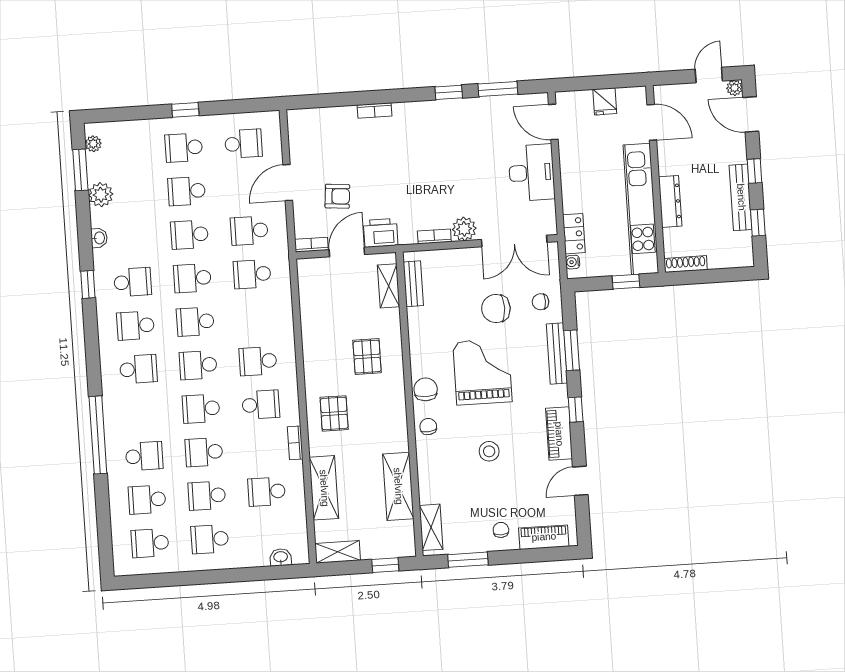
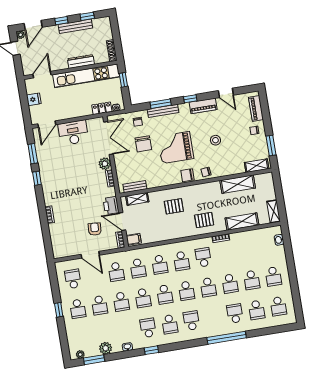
filing cabinet: (310, 271) -> (134, 239), added
school desk: (267, 492) -> (160, 265), moved
window: (385, 565) -> (278, 187), removed

